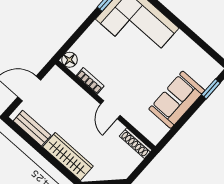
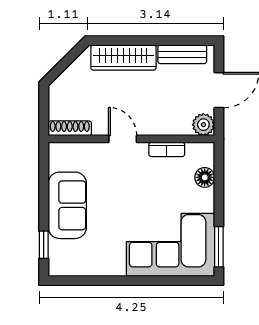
floor lamp: (69, 60) -> (205, 177), moved
plant: (56, 76) -> (203, 125), added

